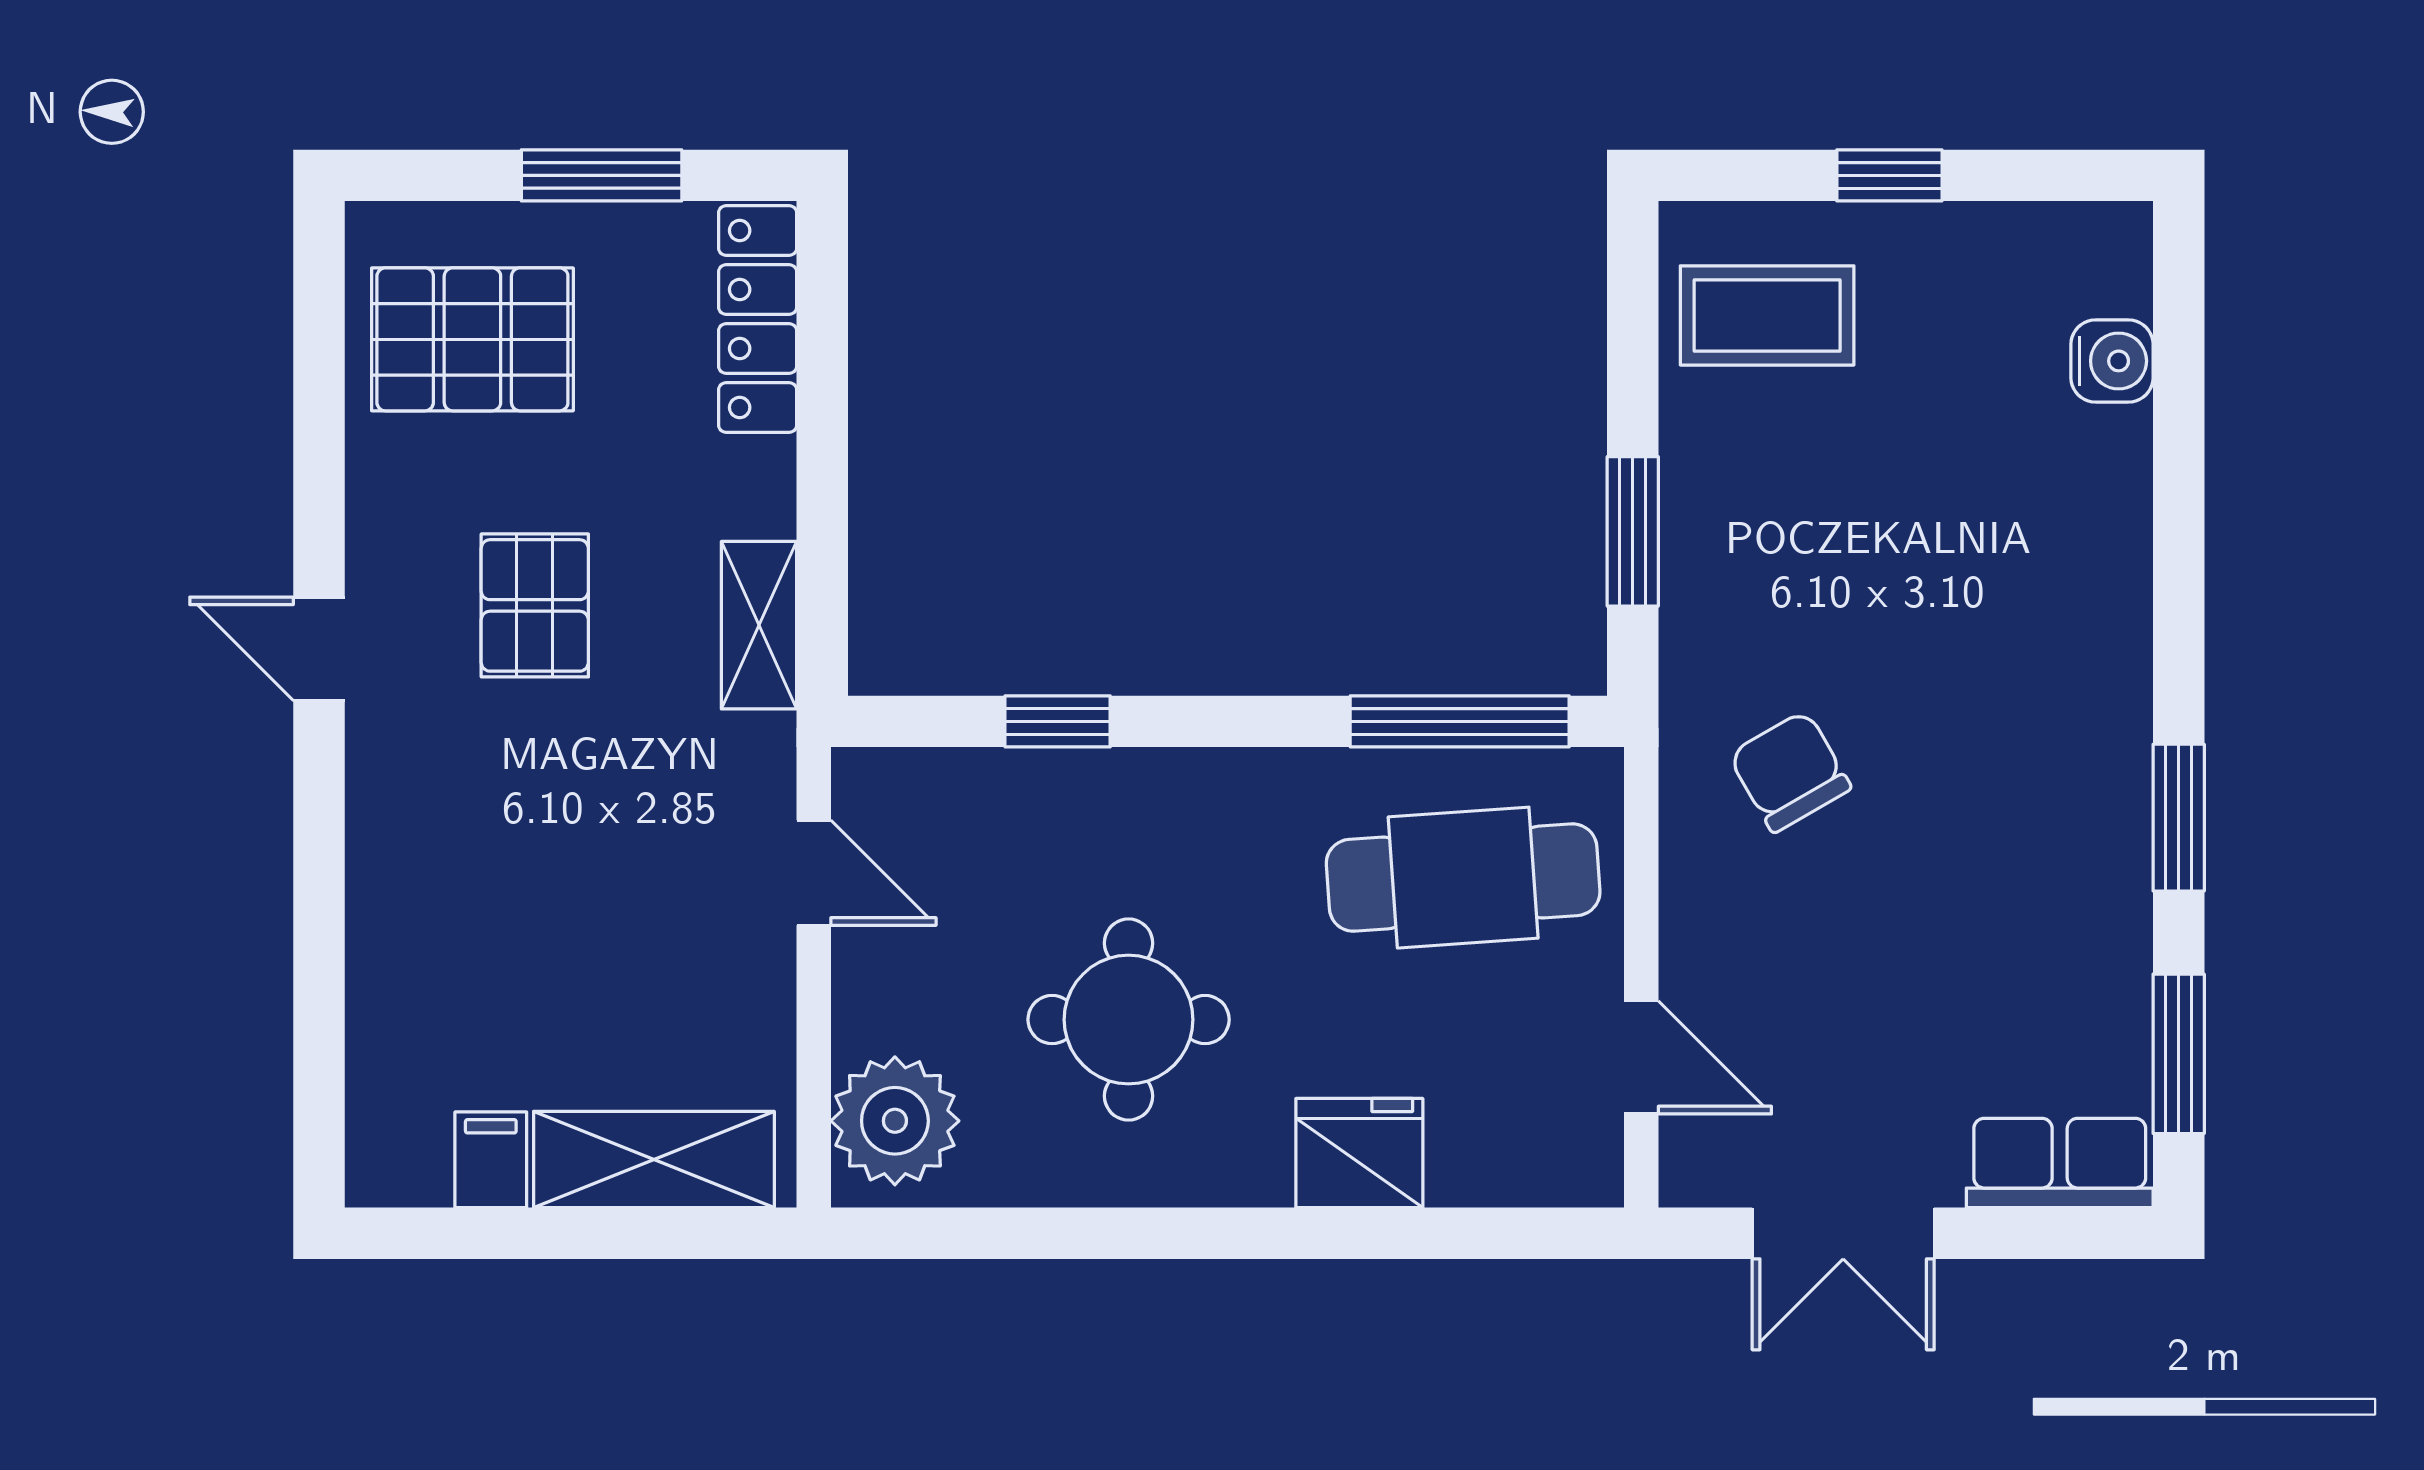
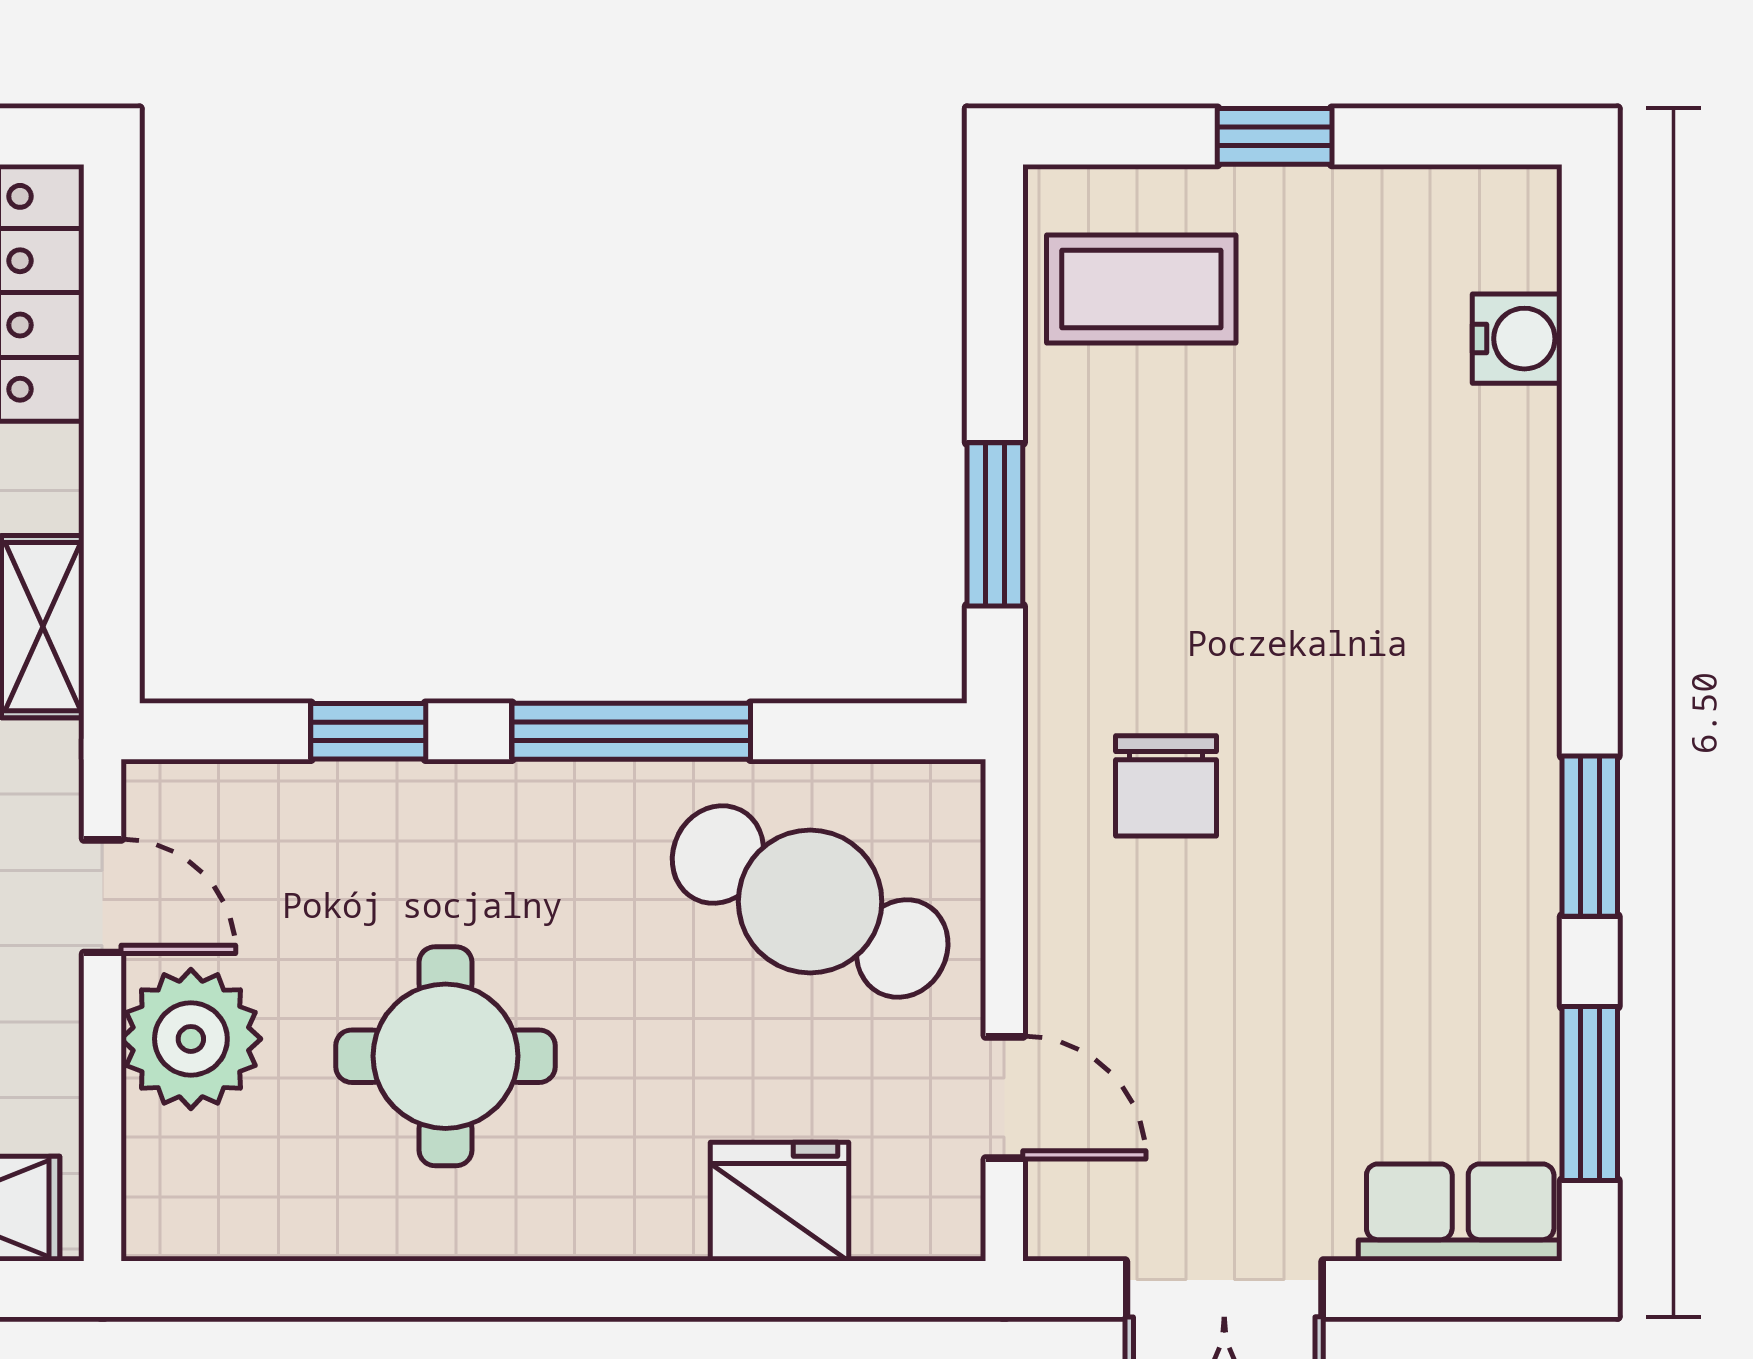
window: (1460, 721) -> (631, 731), moved
chair: (1790, 771) -> (1166, 786), turned -150
cafe table: (1463, 878) -> (810, 902), turned 31
plant: (895, 1121) -> (191, 1039), moved
fridge: (1359, 1153) -> (779, 1202), moved

